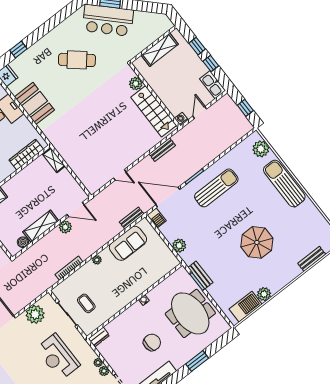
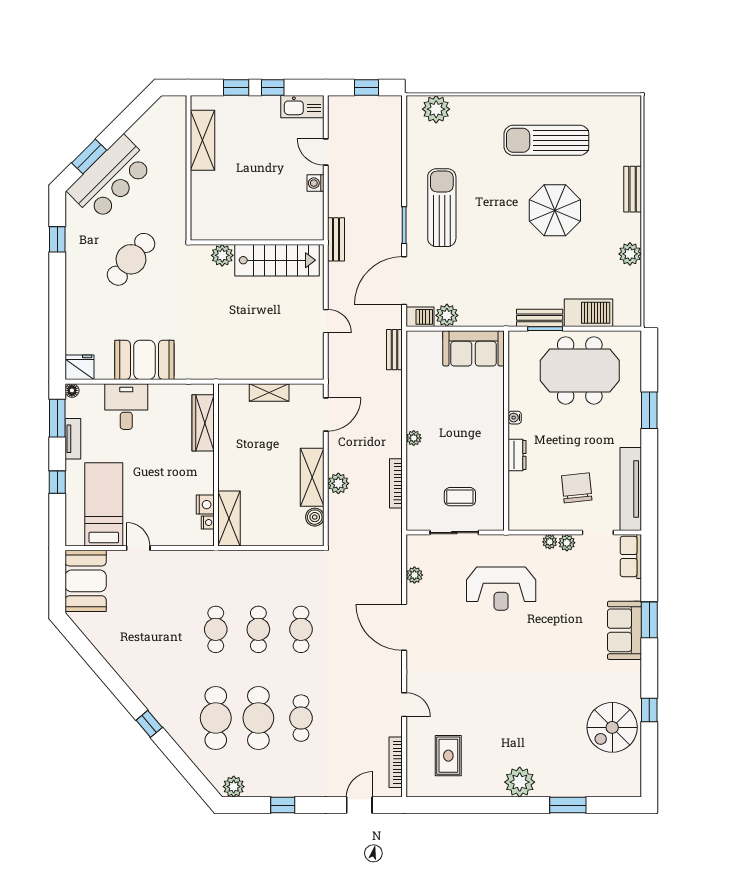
window: (18, 49) -> (57, 239), moved
plant: (136, 84) -> (222, 255), moved
wall: (155, 95) -> (257, 242), moved
stairs: (154, 111) -> (277, 260), moved
shelving: (54, 160) -> (269, 392), moved
door: (120, 175) -> (326, 321), hinge flipped
sun lounger: (284, 184) -> (546, 140), moved
plant: (65, 227) -> (338, 483), moved
sofa: (128, 243) -> (474, 348), moved, turned 90
plant: (179, 246) -> (447, 315), moved
bench: (312, 259) -> (633, 189), moved
barbecue: (245, 307) -> (588, 313), moved, turned 90
plant: (35, 314) -> (414, 575), width x0.53, depth x0.53
dresser: (99, 337) -> (517, 455), moved
chair: (152, 342) -> (577, 488), moved

